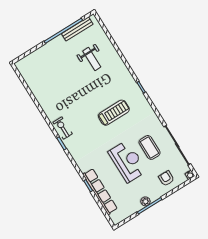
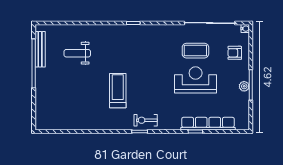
weight bench: (92, 59) -> (77, 53), turned 180
treadmill: (114, 113) -> (118, 91), moved
exercise bike: (63, 128) -> (146, 120), moved

